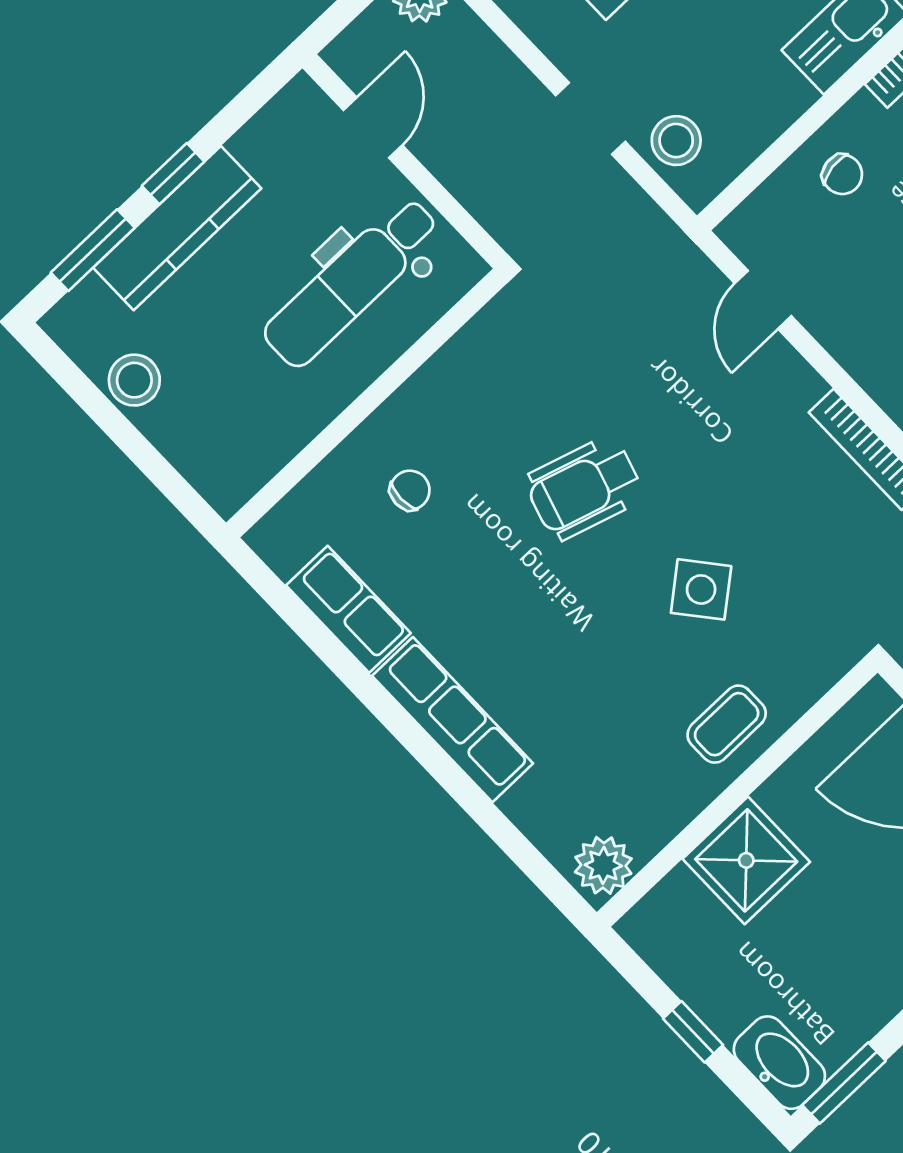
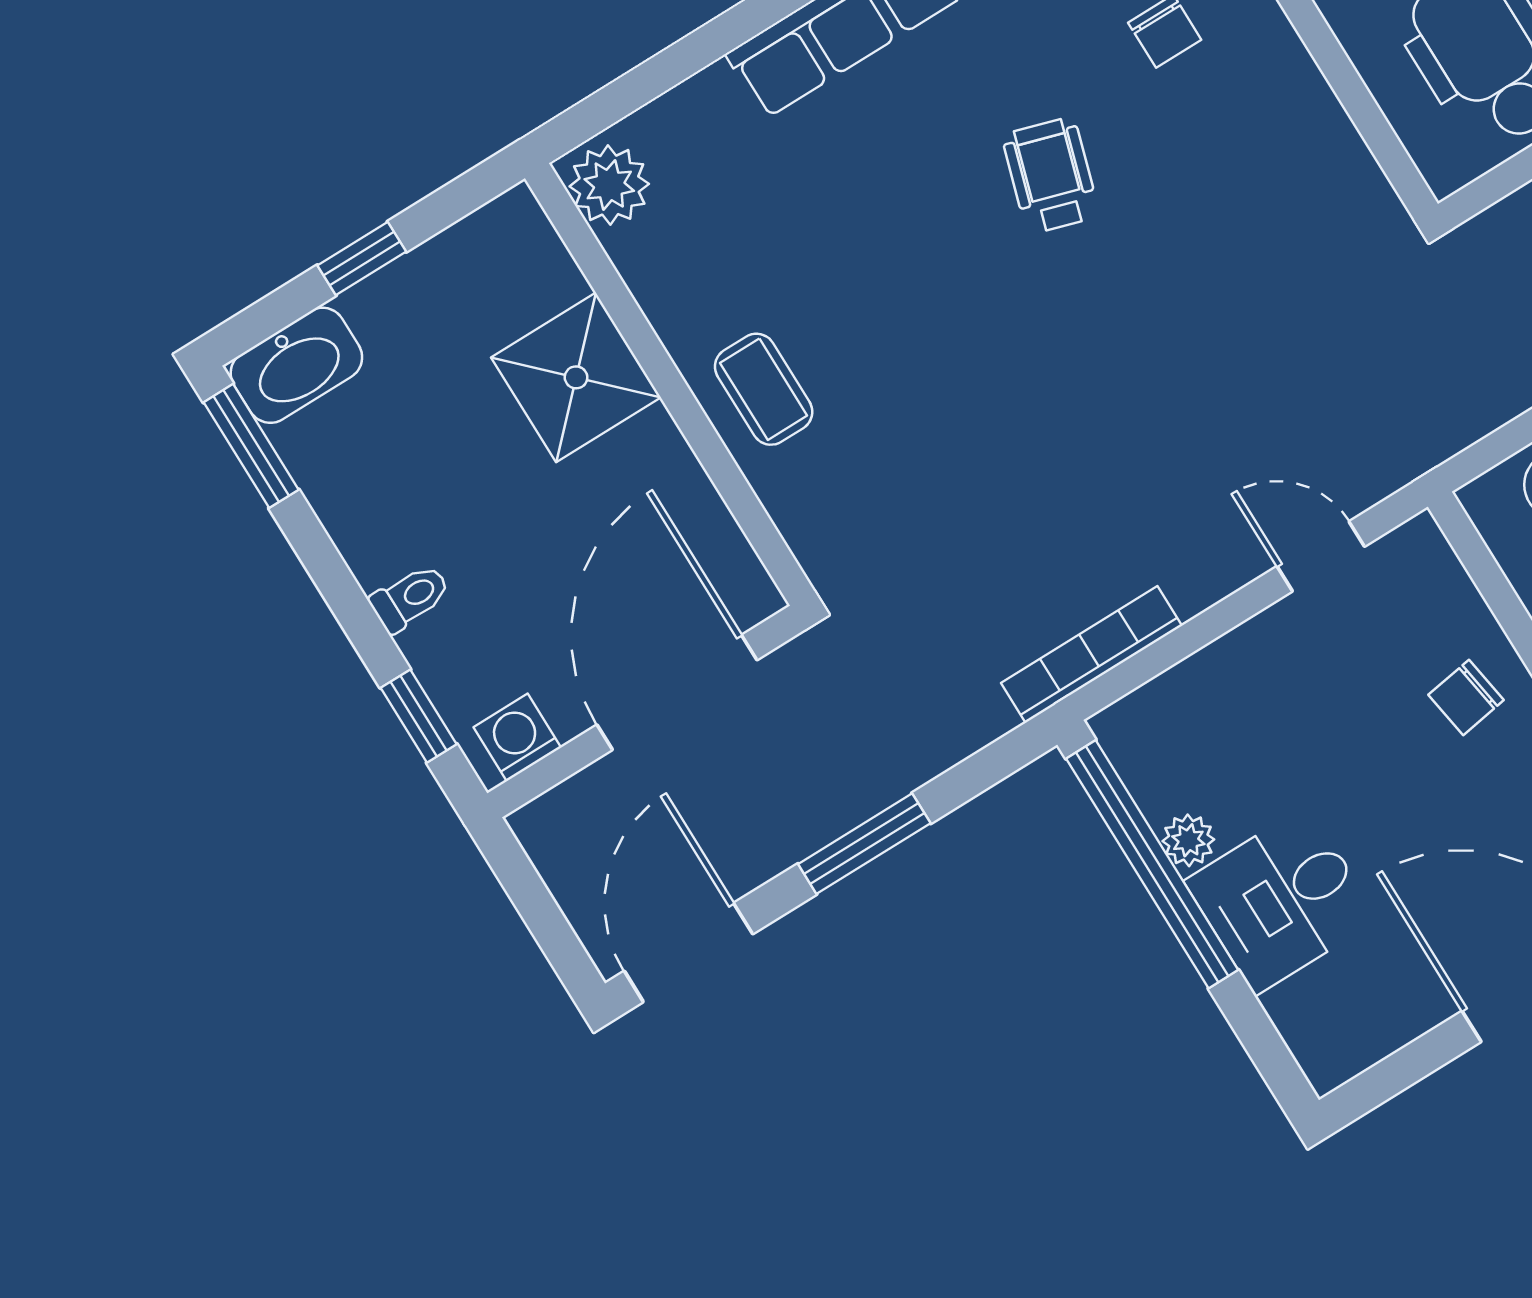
wheelchair: (584, 488) -> (1051, 175), moved, width x0.73, depth x0.73
side table: (701, 589) -> (951, 393), removed

